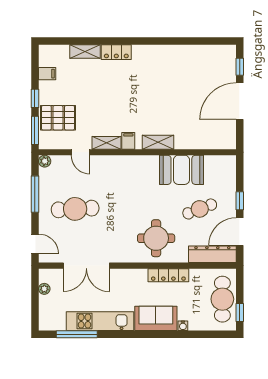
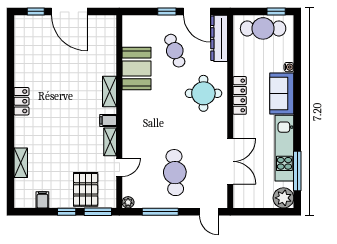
locker: (116, 52) -> (21, 101), moved
door: (35, 244) -> (209, 212), swing flipped
locker: (168, 275) -> (240, 95), moved
plant: (44, 289) -> (283, 198), moved, width x1.87, depth x1.87

